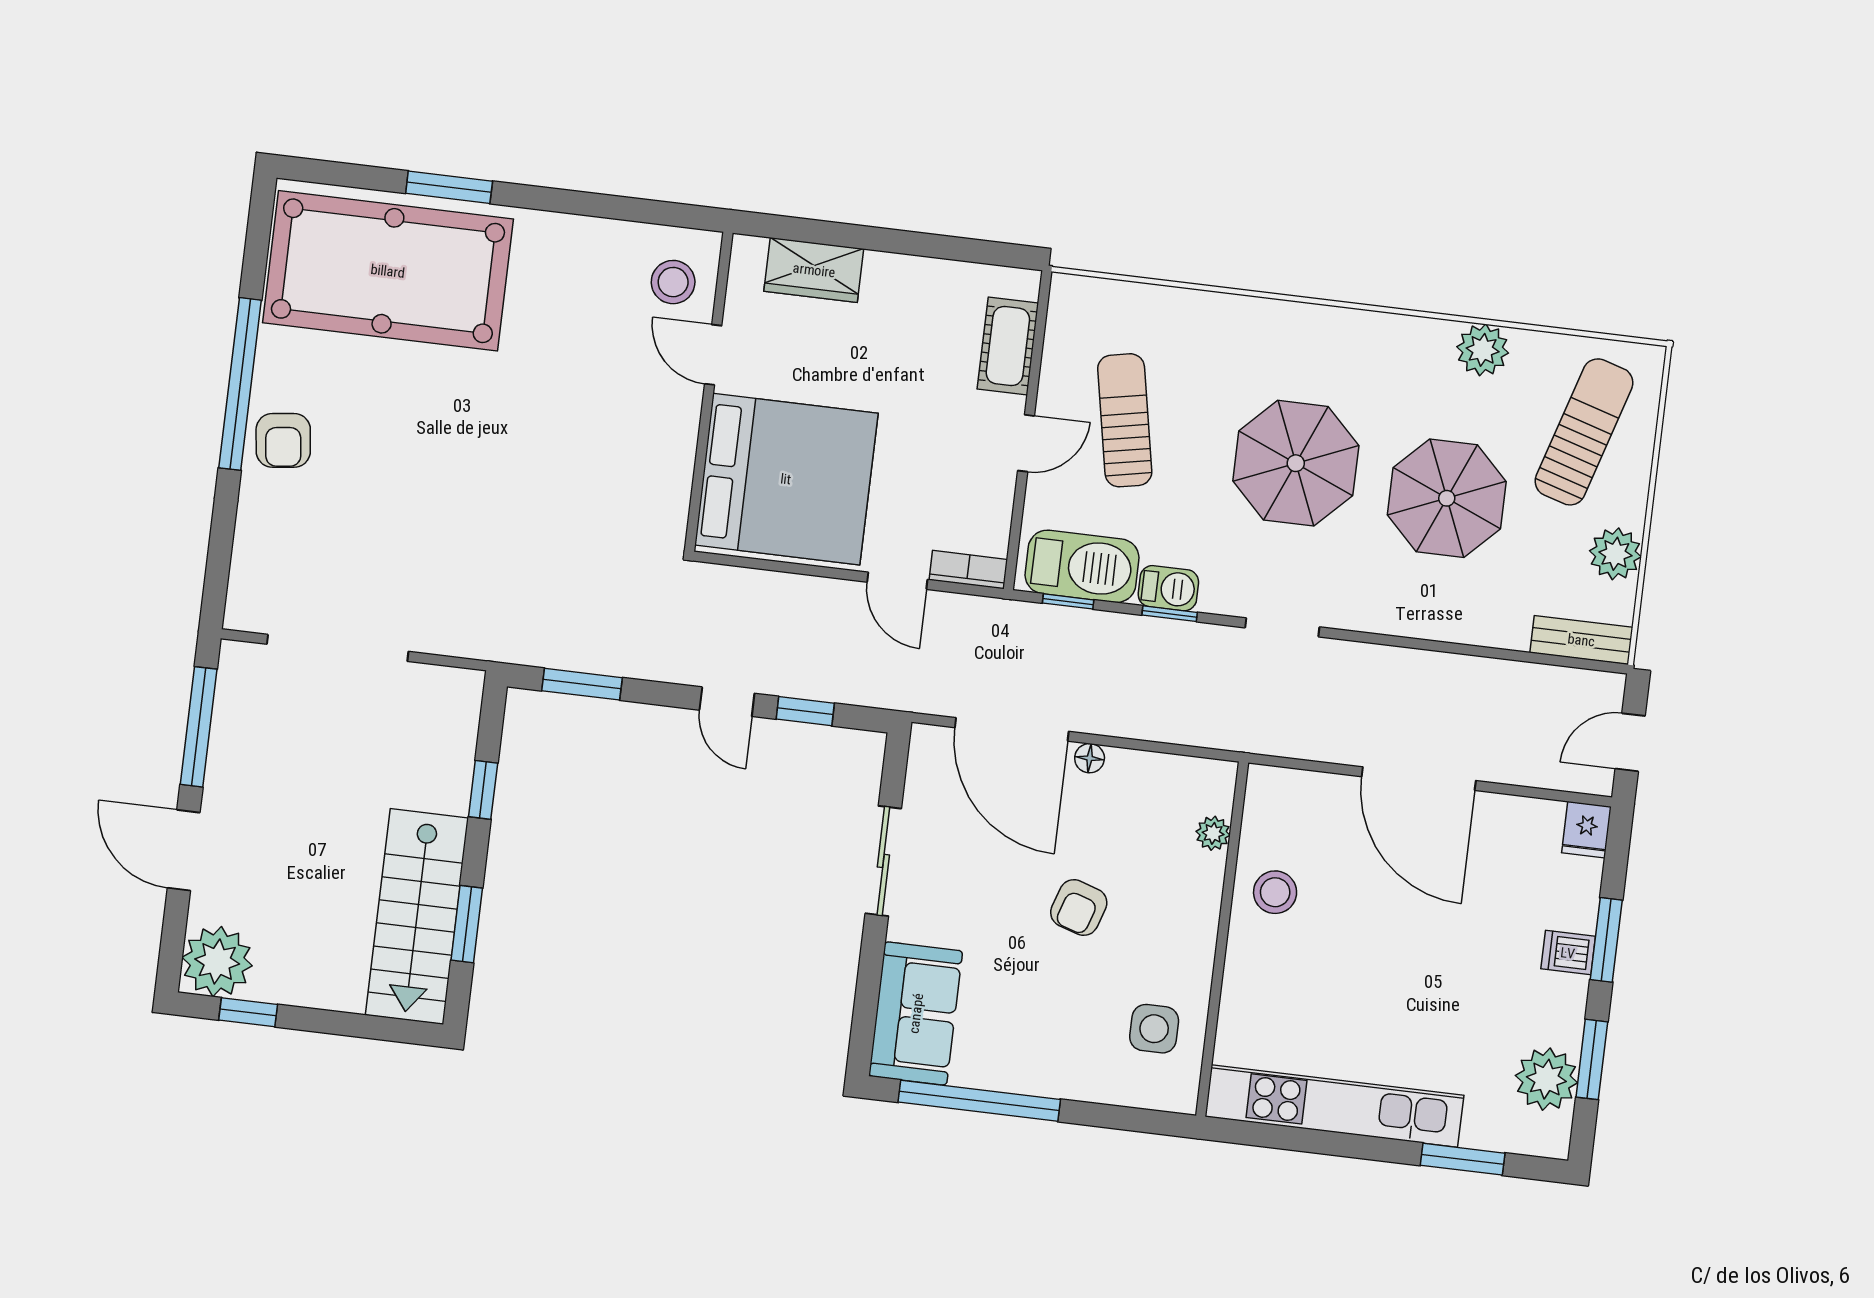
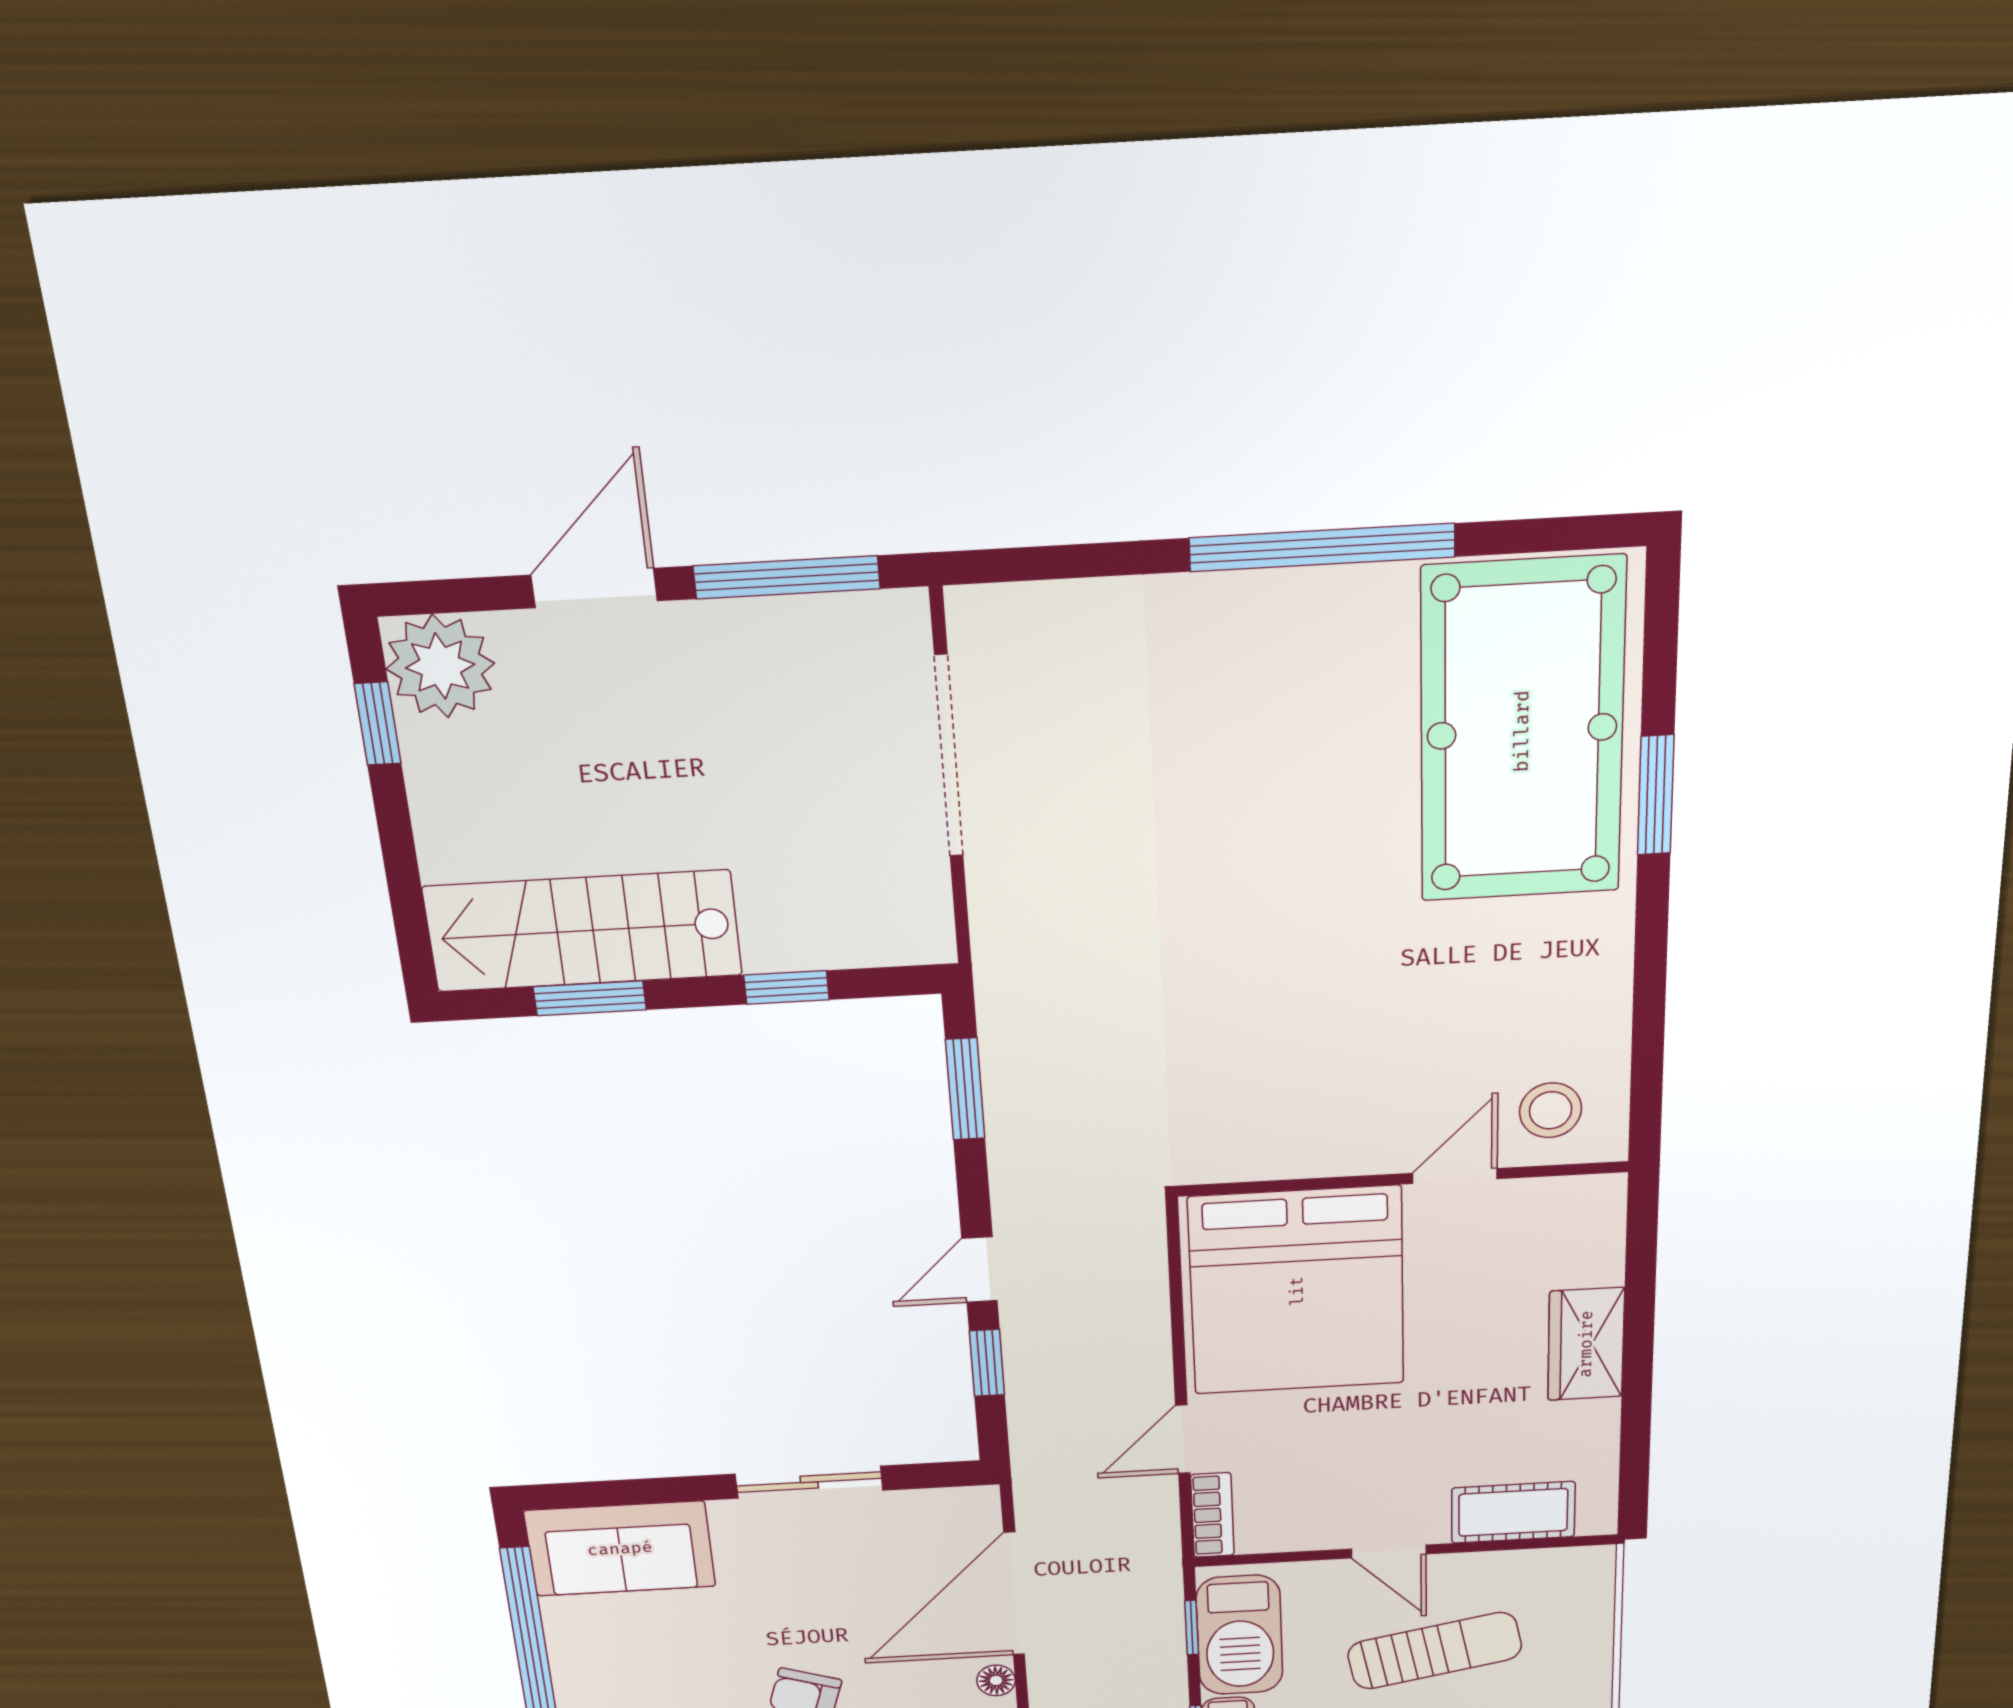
wardrobe: (814, 270) -> (1586, 1344), moved
armchair: (283, 440) -> (1246, 626), removed

